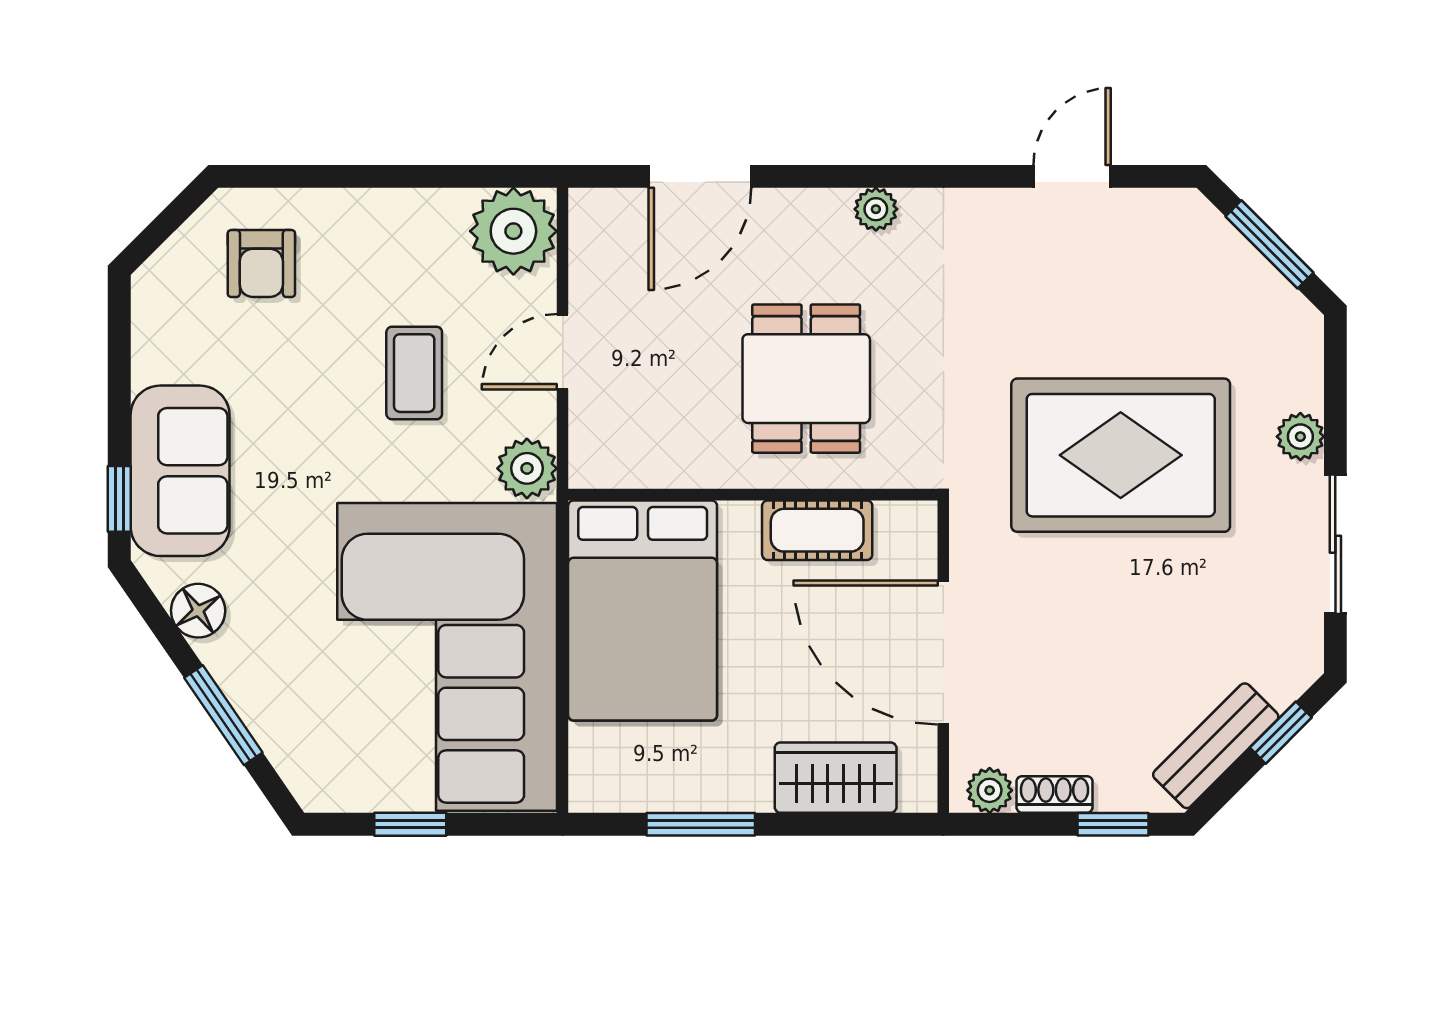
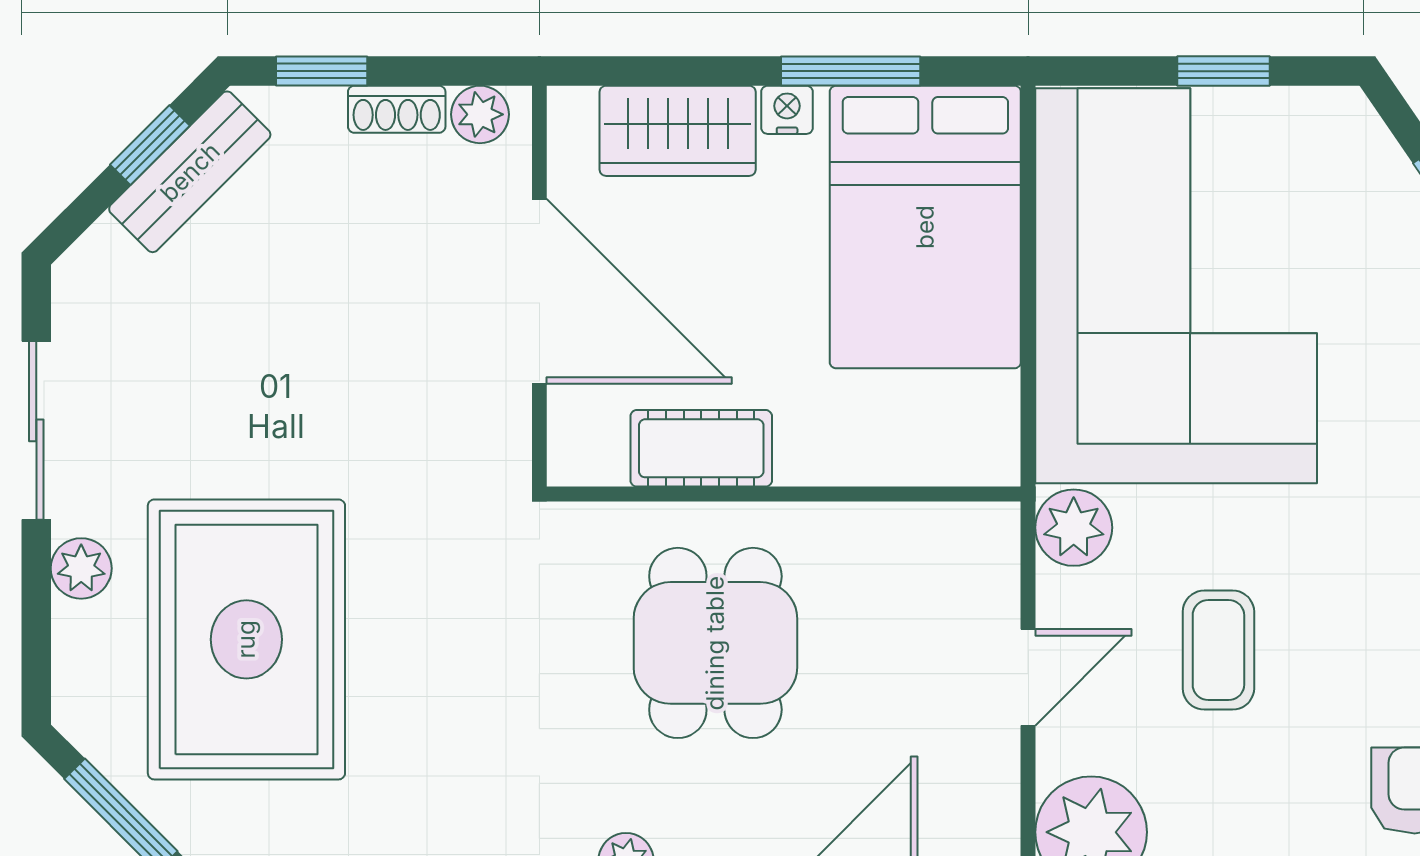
rug: (1121, 455) -> (246, 639), moved, turned 90
bed: (643, 610) -> (925, 227), moved, turned 180
window: (1281, 733) -> (150, 145), moved
nightstand: (750, 794) -> (787, 110), added

